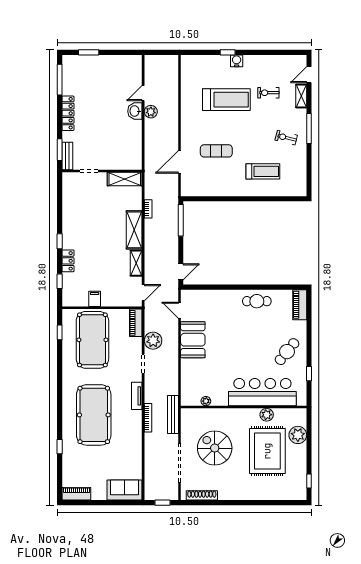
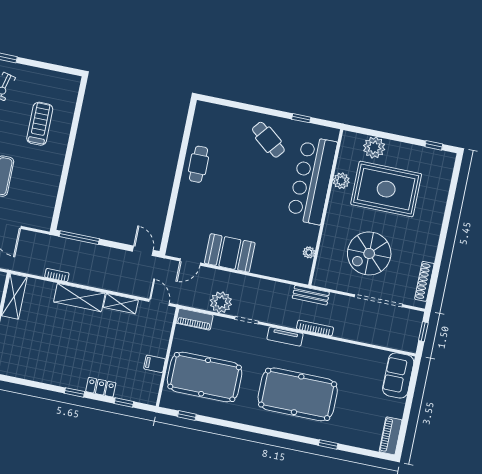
piano: (300, 305) -> (214, 112), removed
bench: (173, 414) -> (311, 295), width x0.73

